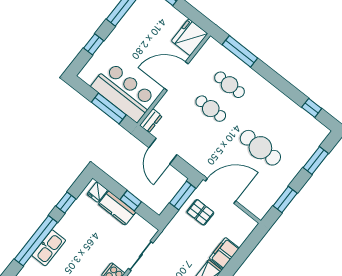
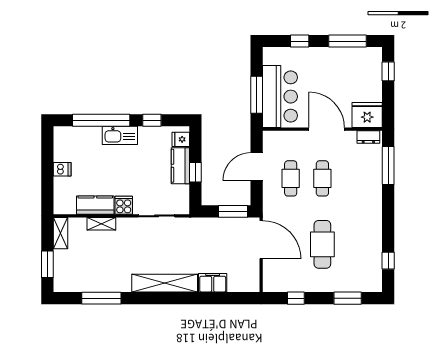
cafe table: (230, 85) -> (291, 178), moved
dresser: (151, 121) -> (368, 137), moved
window: (285, 199) -> (296, 298), width x0.67
pallet: (200, 212) -> (231, 237), removed
kitchen sink: (49, 248) -> (120, 135), moved

